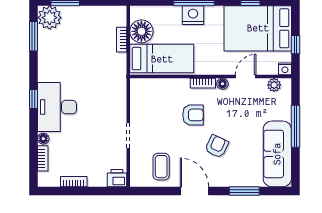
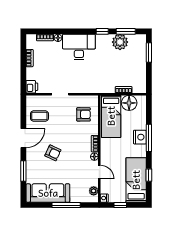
plant: (50, 18) -> (120, 42), moved
bed: (258, 28) -> (136, 180), width x0.67
window: (34, 99) -> (102, 31), moved
armchair: (193, 115) -> (84, 114), moved, turned -90

